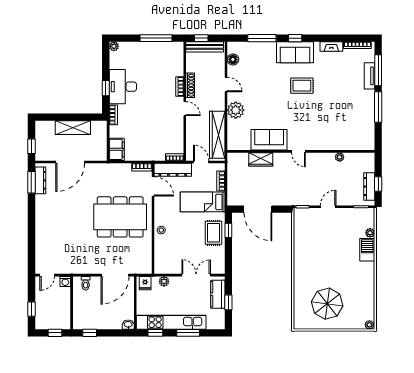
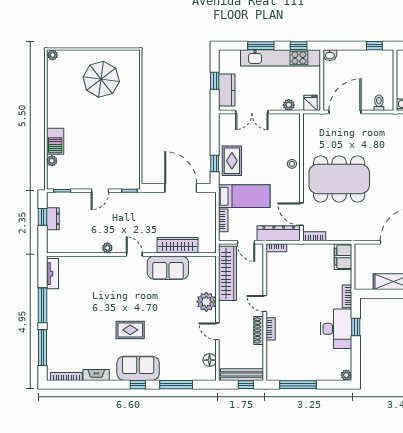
tv unit: (370, 76) -> (52, 274), moved
plant: (340, 157) -> (107, 248), moved
wardrobe: (261, 159) -> (178, 245), width x1.50
dresser: (369, 187) -> (53, 219), width x0.70

